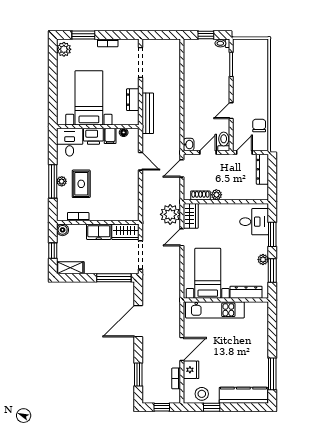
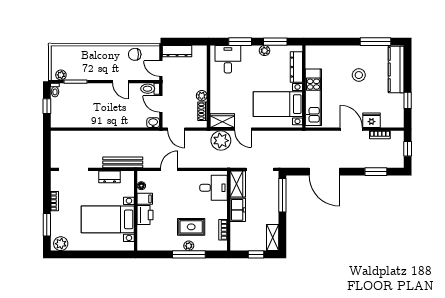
plant: (238, 50) -> (61, 75), added
desk: (70, 142) -> (214, 188), moved, turned 180
boiler: (63, 230) -> (236, 245), removed
stool: (202, 394) -> (359, 75), moved

